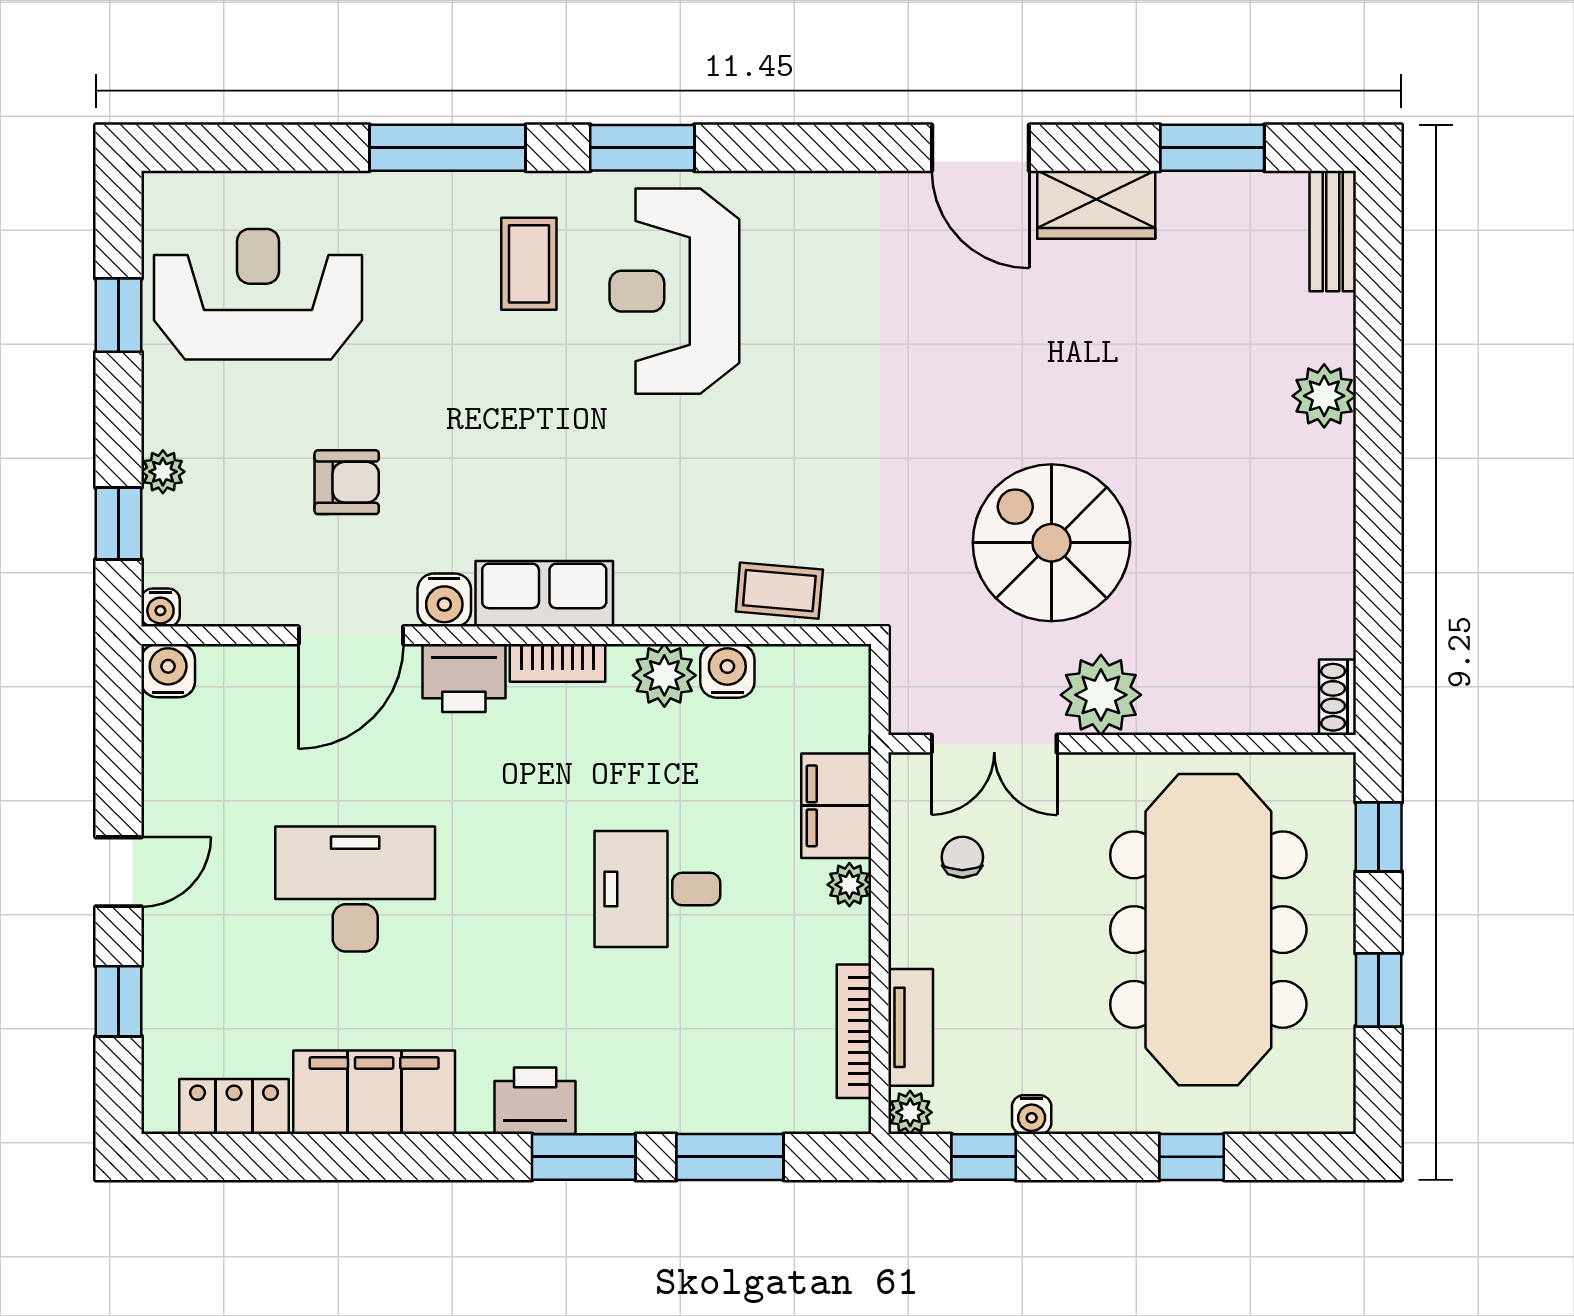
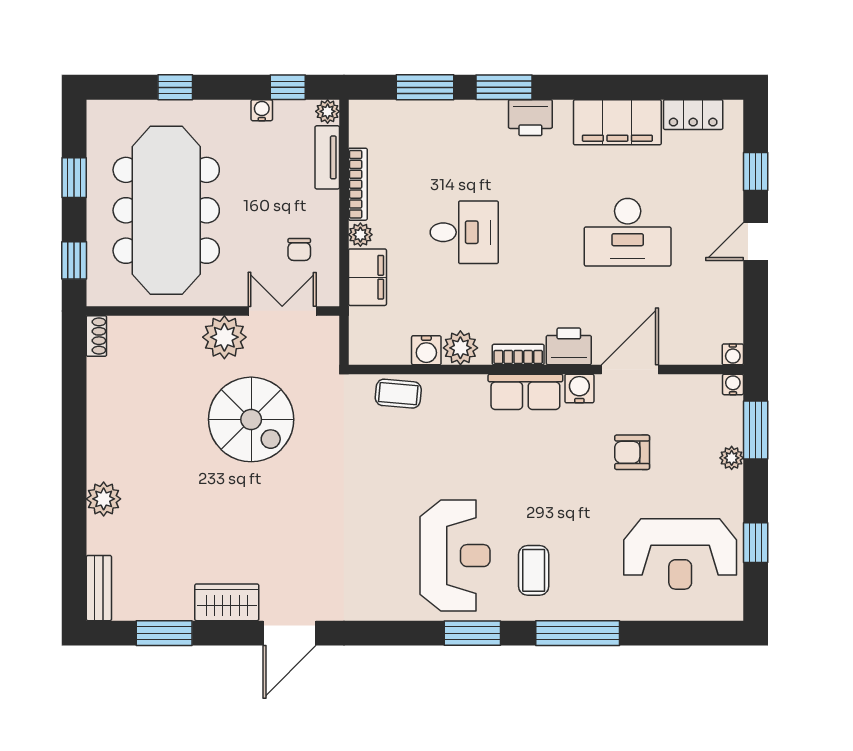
door: (980, 148) -> (289, 633), swing flipped
window: (118, 523) -> (756, 430), width x1.50
water cooler: (168, 671) -> (733, 354), width x0.72, depth x0.72
bookcase: (854, 1031) -> (358, 184), moved

